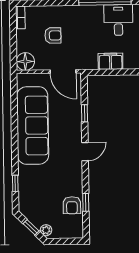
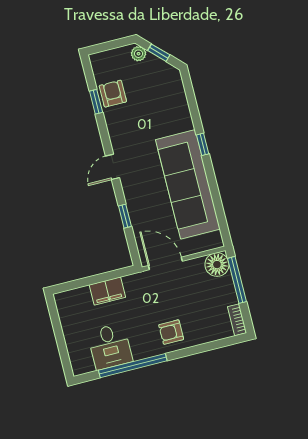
armchair: (53, 35) -> (171, 332), moved
window: (13, 47) -> (237, 280), added
window: (15, 183) -> (203, 144), moved

